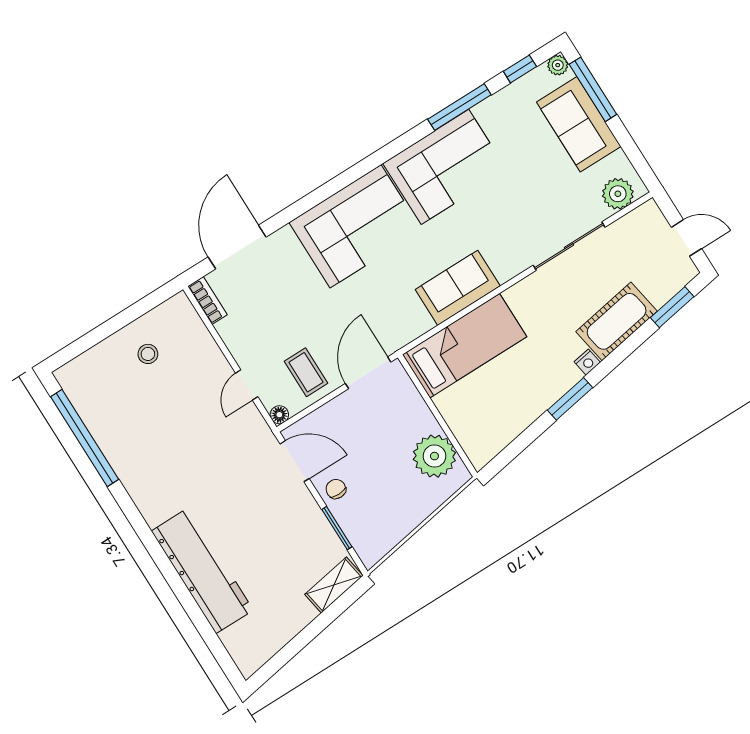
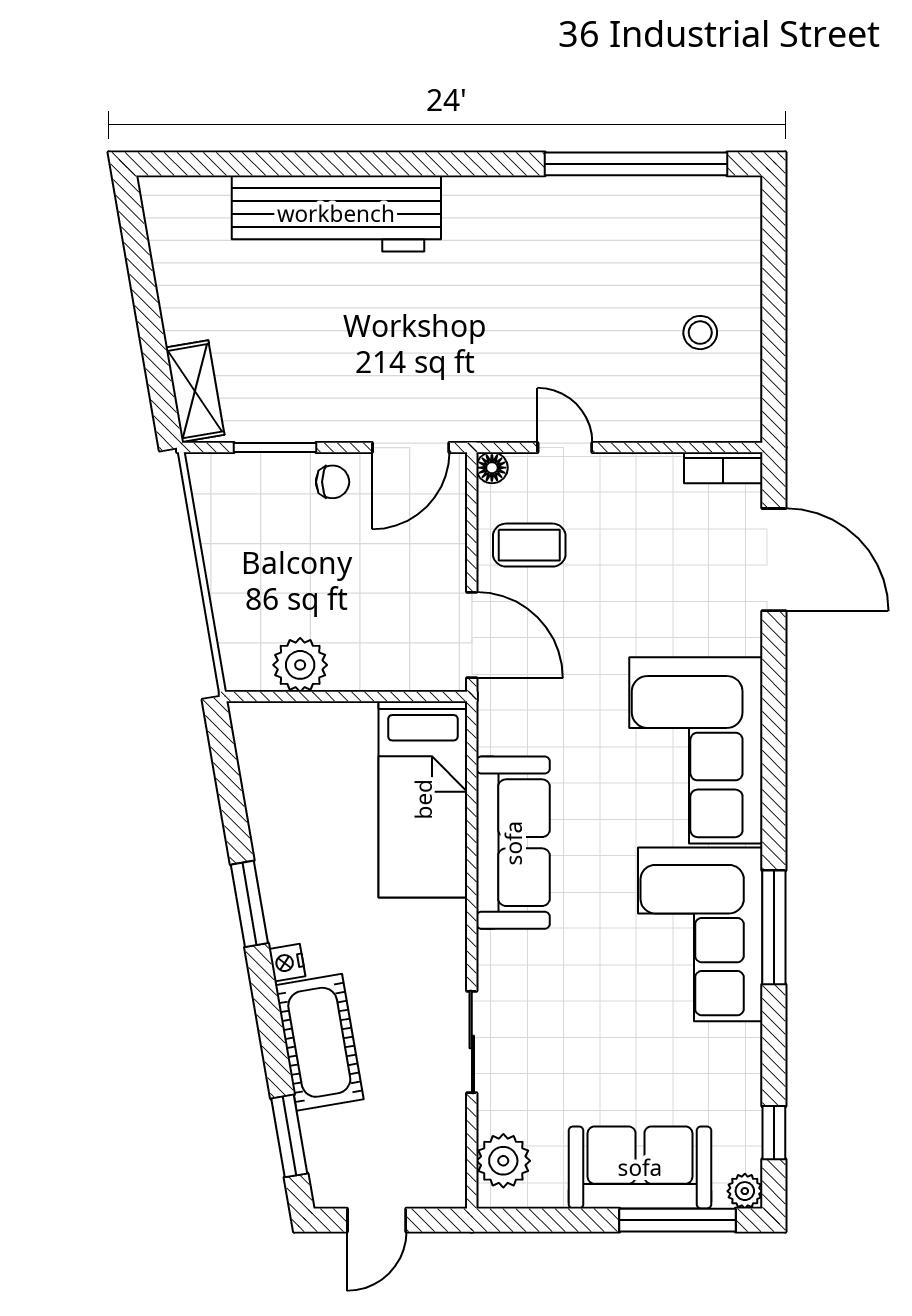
window: (459, 107) -> (774, 927), moved
sliding door: (569, 246) -> (472, 1042), width x0.73
sofa: (458, 288) -> (513, 843), width x1.36
plant: (434, 456) -> (300, 665), width x0.73, depth x0.73

